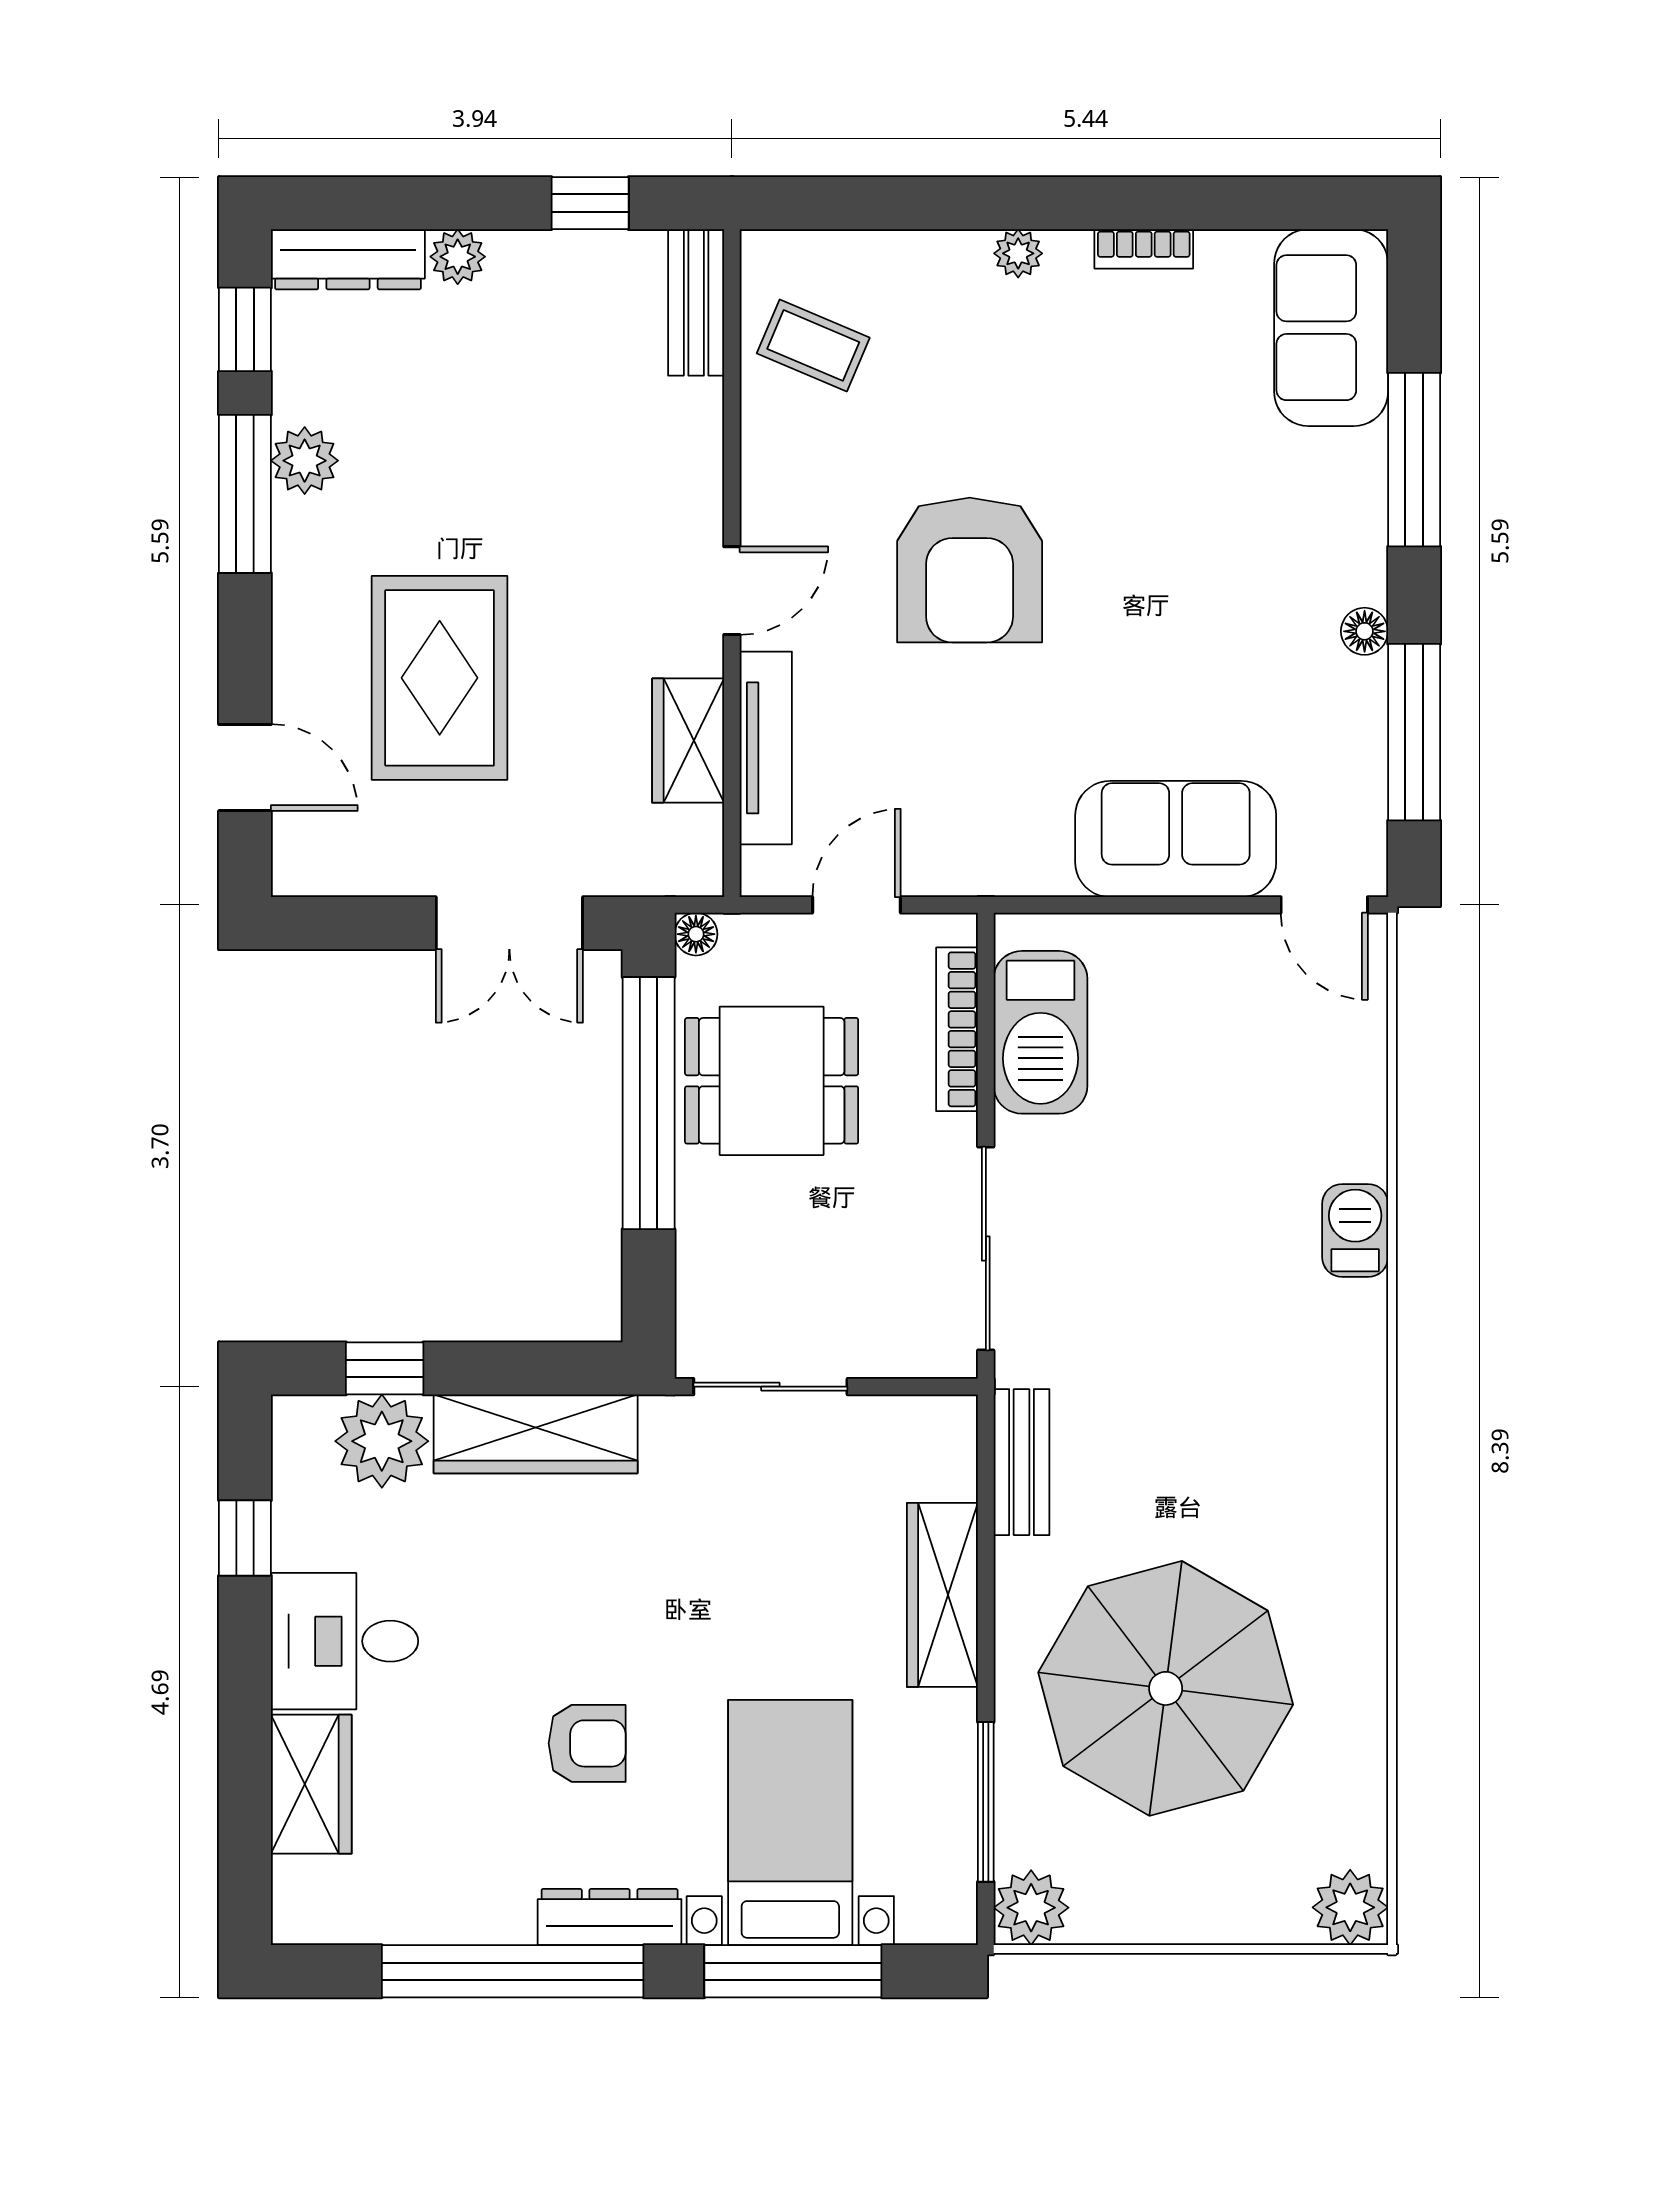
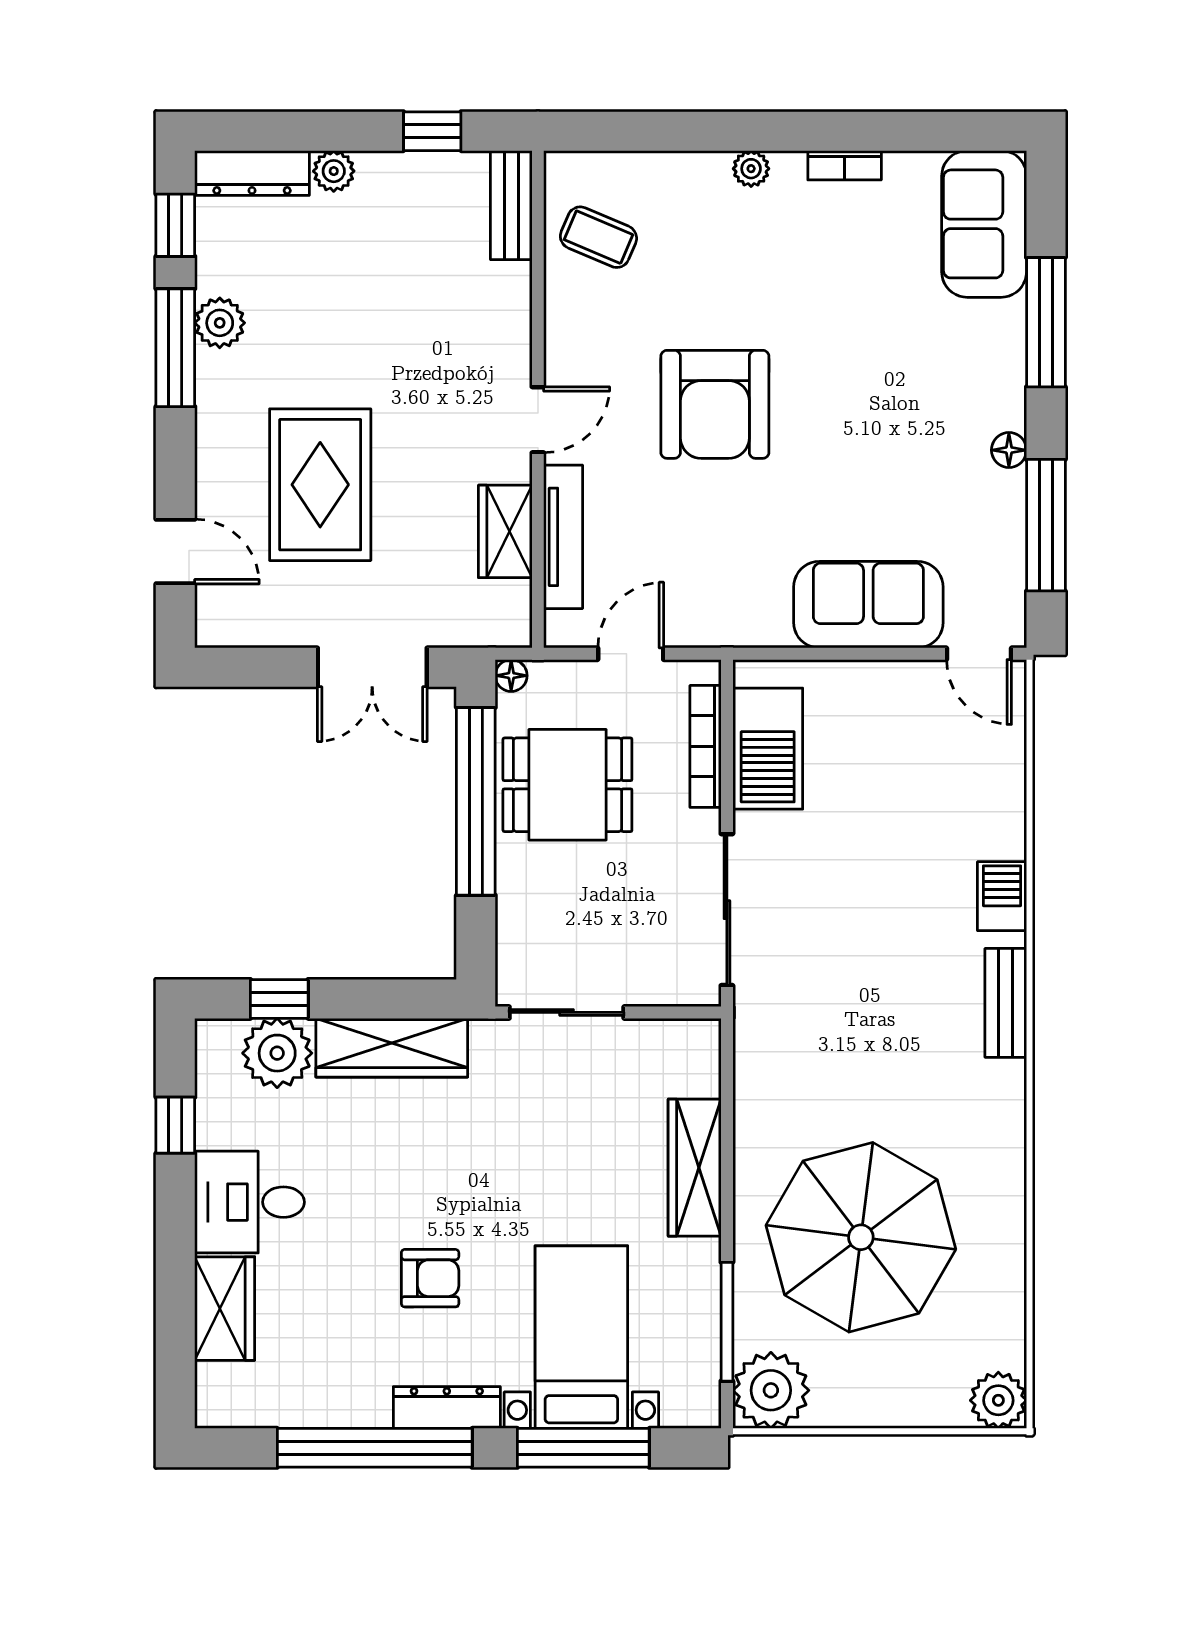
bench: (1021, 1462) -> (1006, 1003), moved
plant: (1031, 1908) -> (771, 1390), width x1.36, depth x1.36

